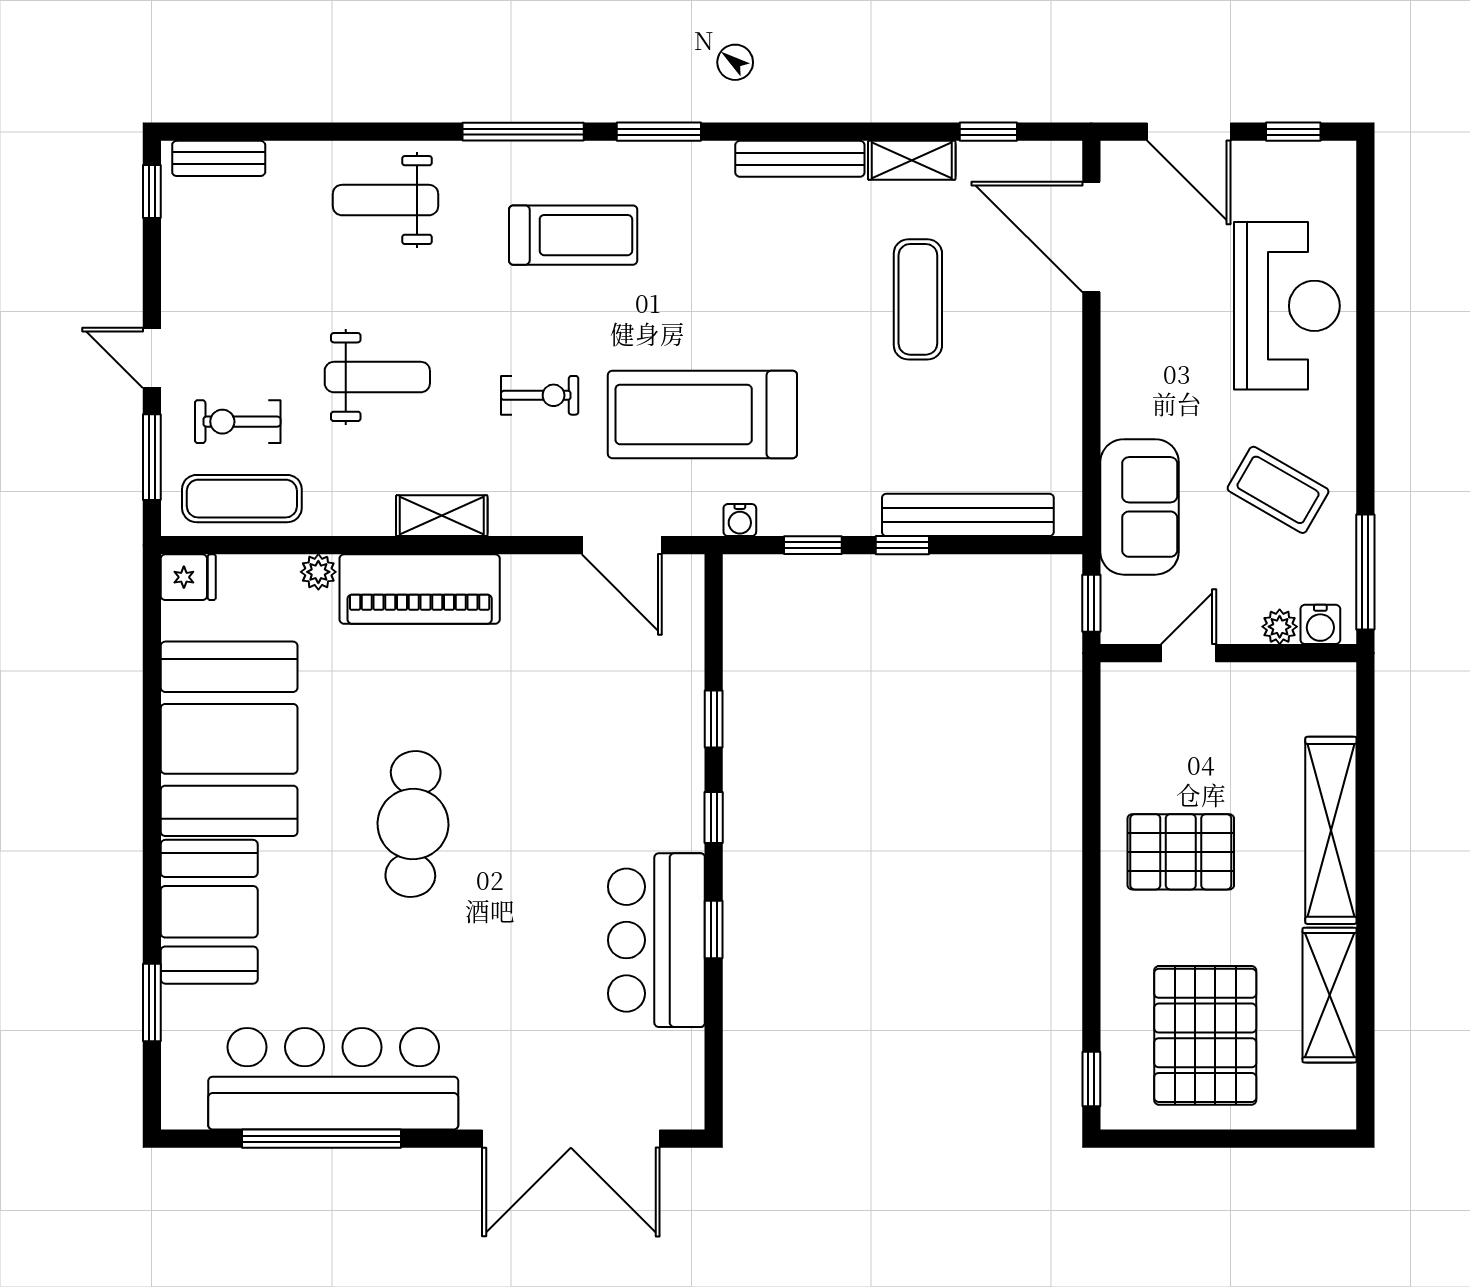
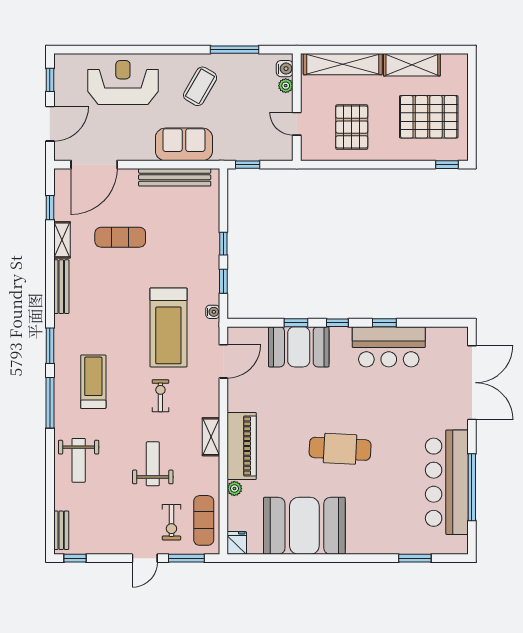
sofa: (1140, 507) -> (184, 144), moved
bench: (968, 515) -> (175, 177), moved, turned 90
water cooler: (1320, 624) -> (285, 69), moved
plant: (1280, 627) -> (286, 86), moved
door: (1189, 653) -> (297, 124), moved
wall: (1228, 653) -> (297, 107), moved
booth: (209, 912) -> (299, 347), moved

